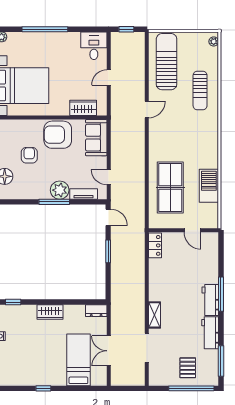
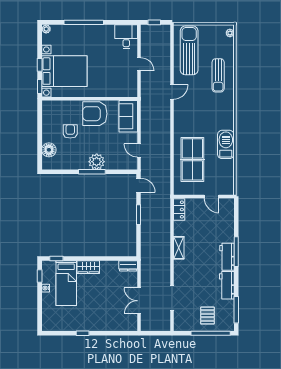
door: (109, 78) -> (139, 64), swing flipped
wardrobe: (83, 108) -> (117, 90), removed
barbecue: (209, 186) -> (226, 144), moved
tv unit: (84, 194) -> (117, 165), removed
shelving: (155, 315) -> (179, 248), moved
bed: (78, 360) -> (66, 283), moved, turned 180

